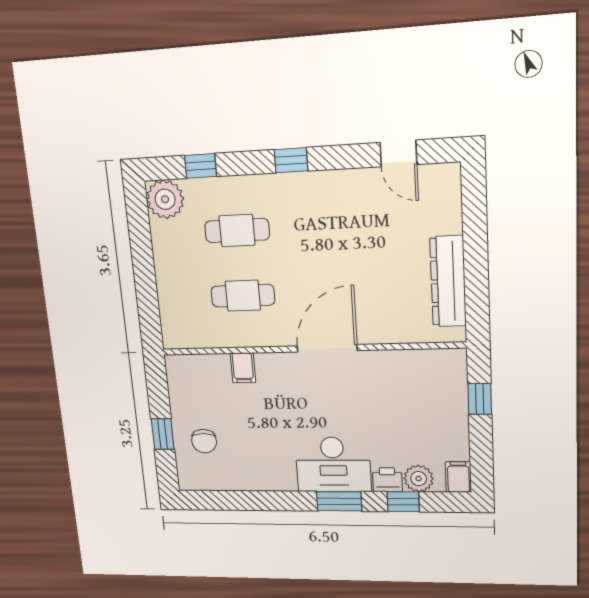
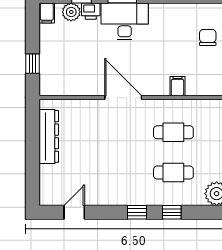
door: (398, 153) -> (74, 212), hinge flipped
window: (201, 166) -> (172, 212), moved
door: (327, 348) -> (123, 98), swing flipped

